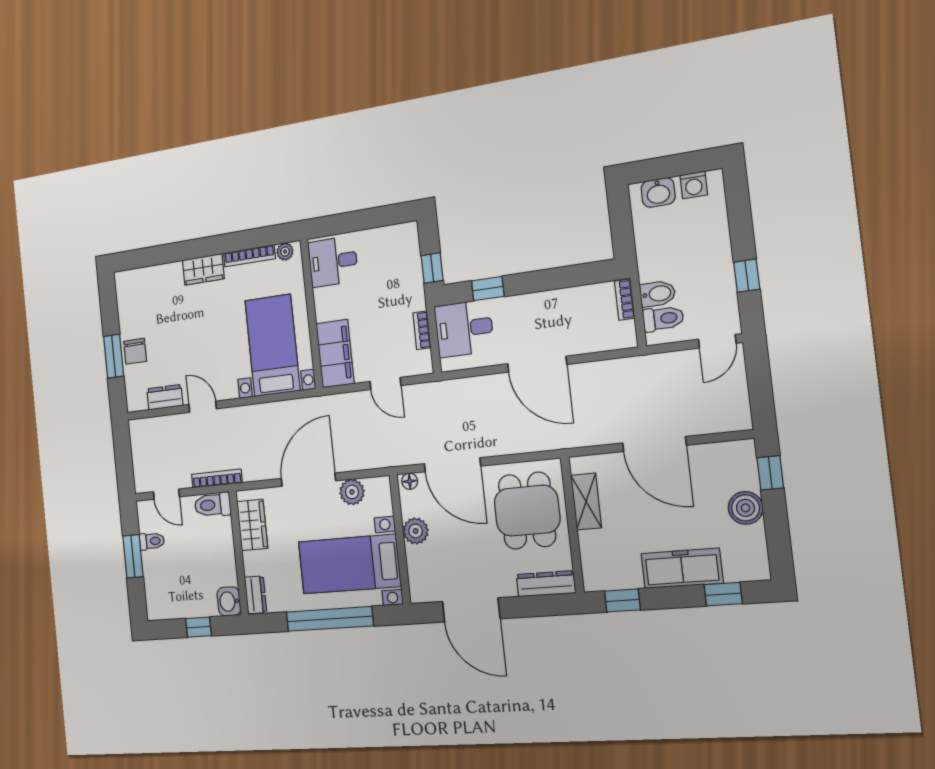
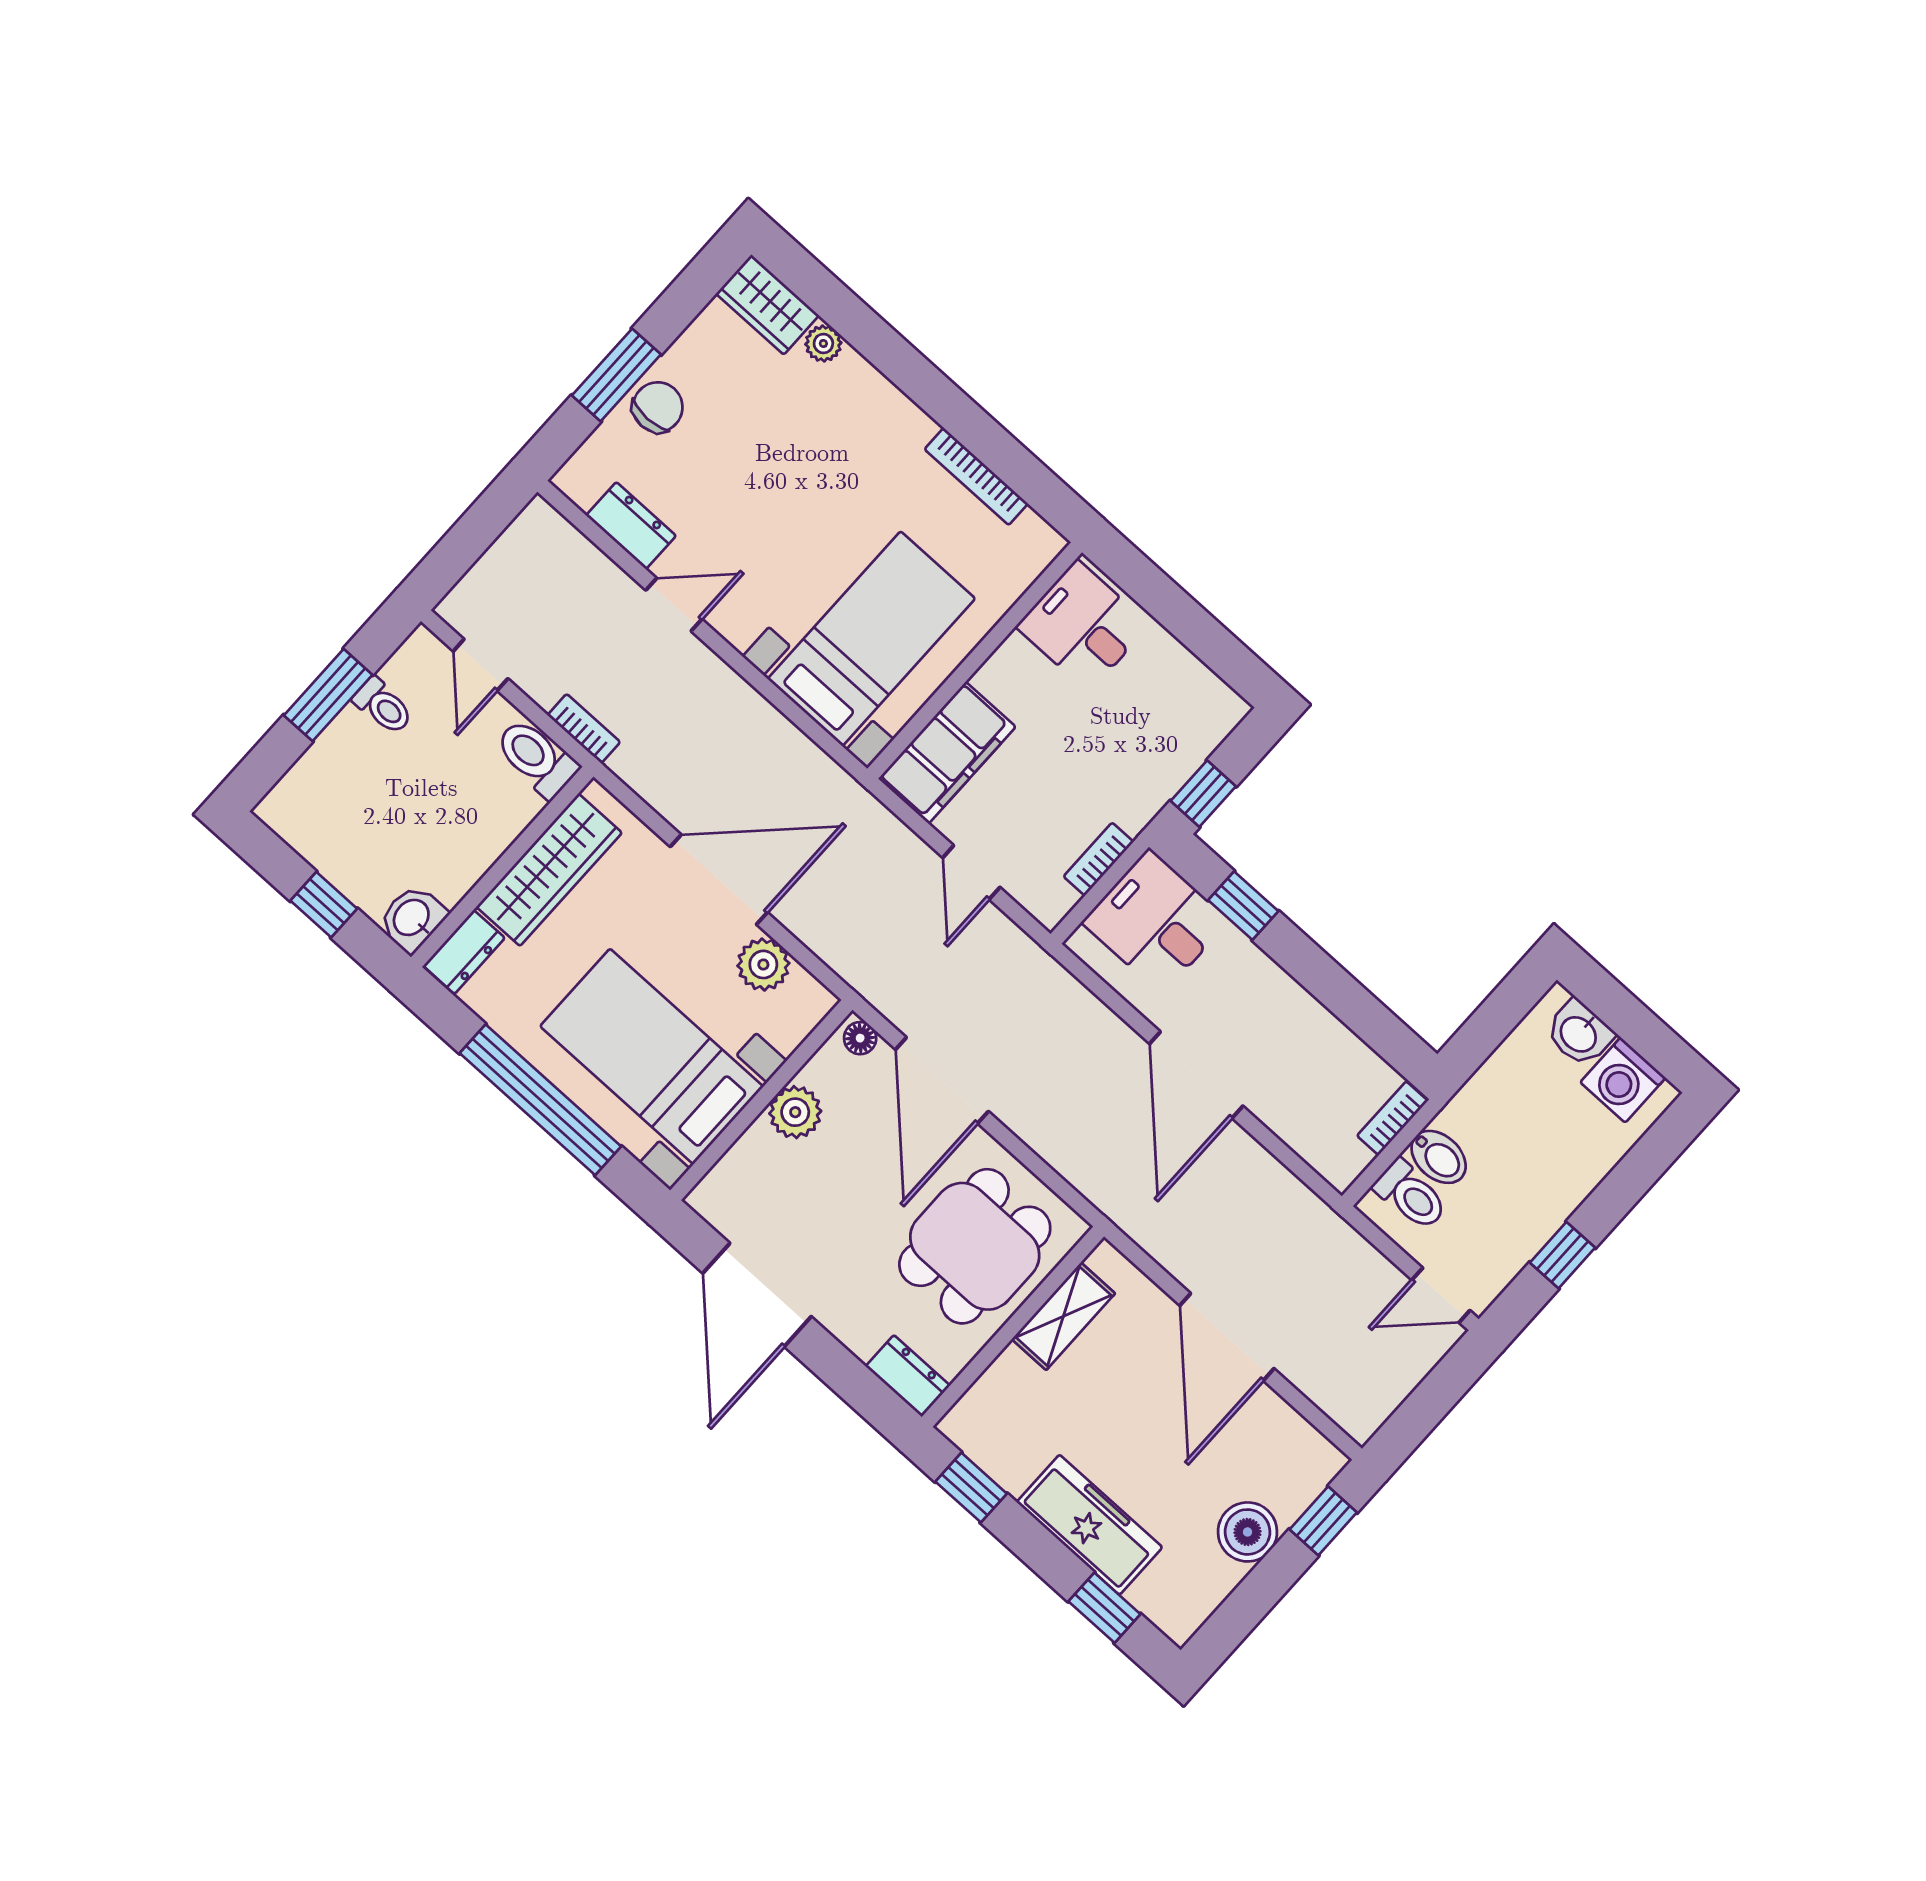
washing machine: (694, 185) -> (1623, 1080), width x1.38, depth x1.38
plant: (285, 252) -> (823, 344), moved
wardrobe: (203, 269) -> (767, 305), moved
chair: (135, 351) -> (658, 407), turned 180
door: (203, 407) -> (674, 605), hinge flipped
bookcase: (217, 479) -> (584, 729), width x0.64
wardrobe: (252, 525) -> (549, 870), width x1.50
dresser: (546, 584) -> (908, 1376), width x0.70

